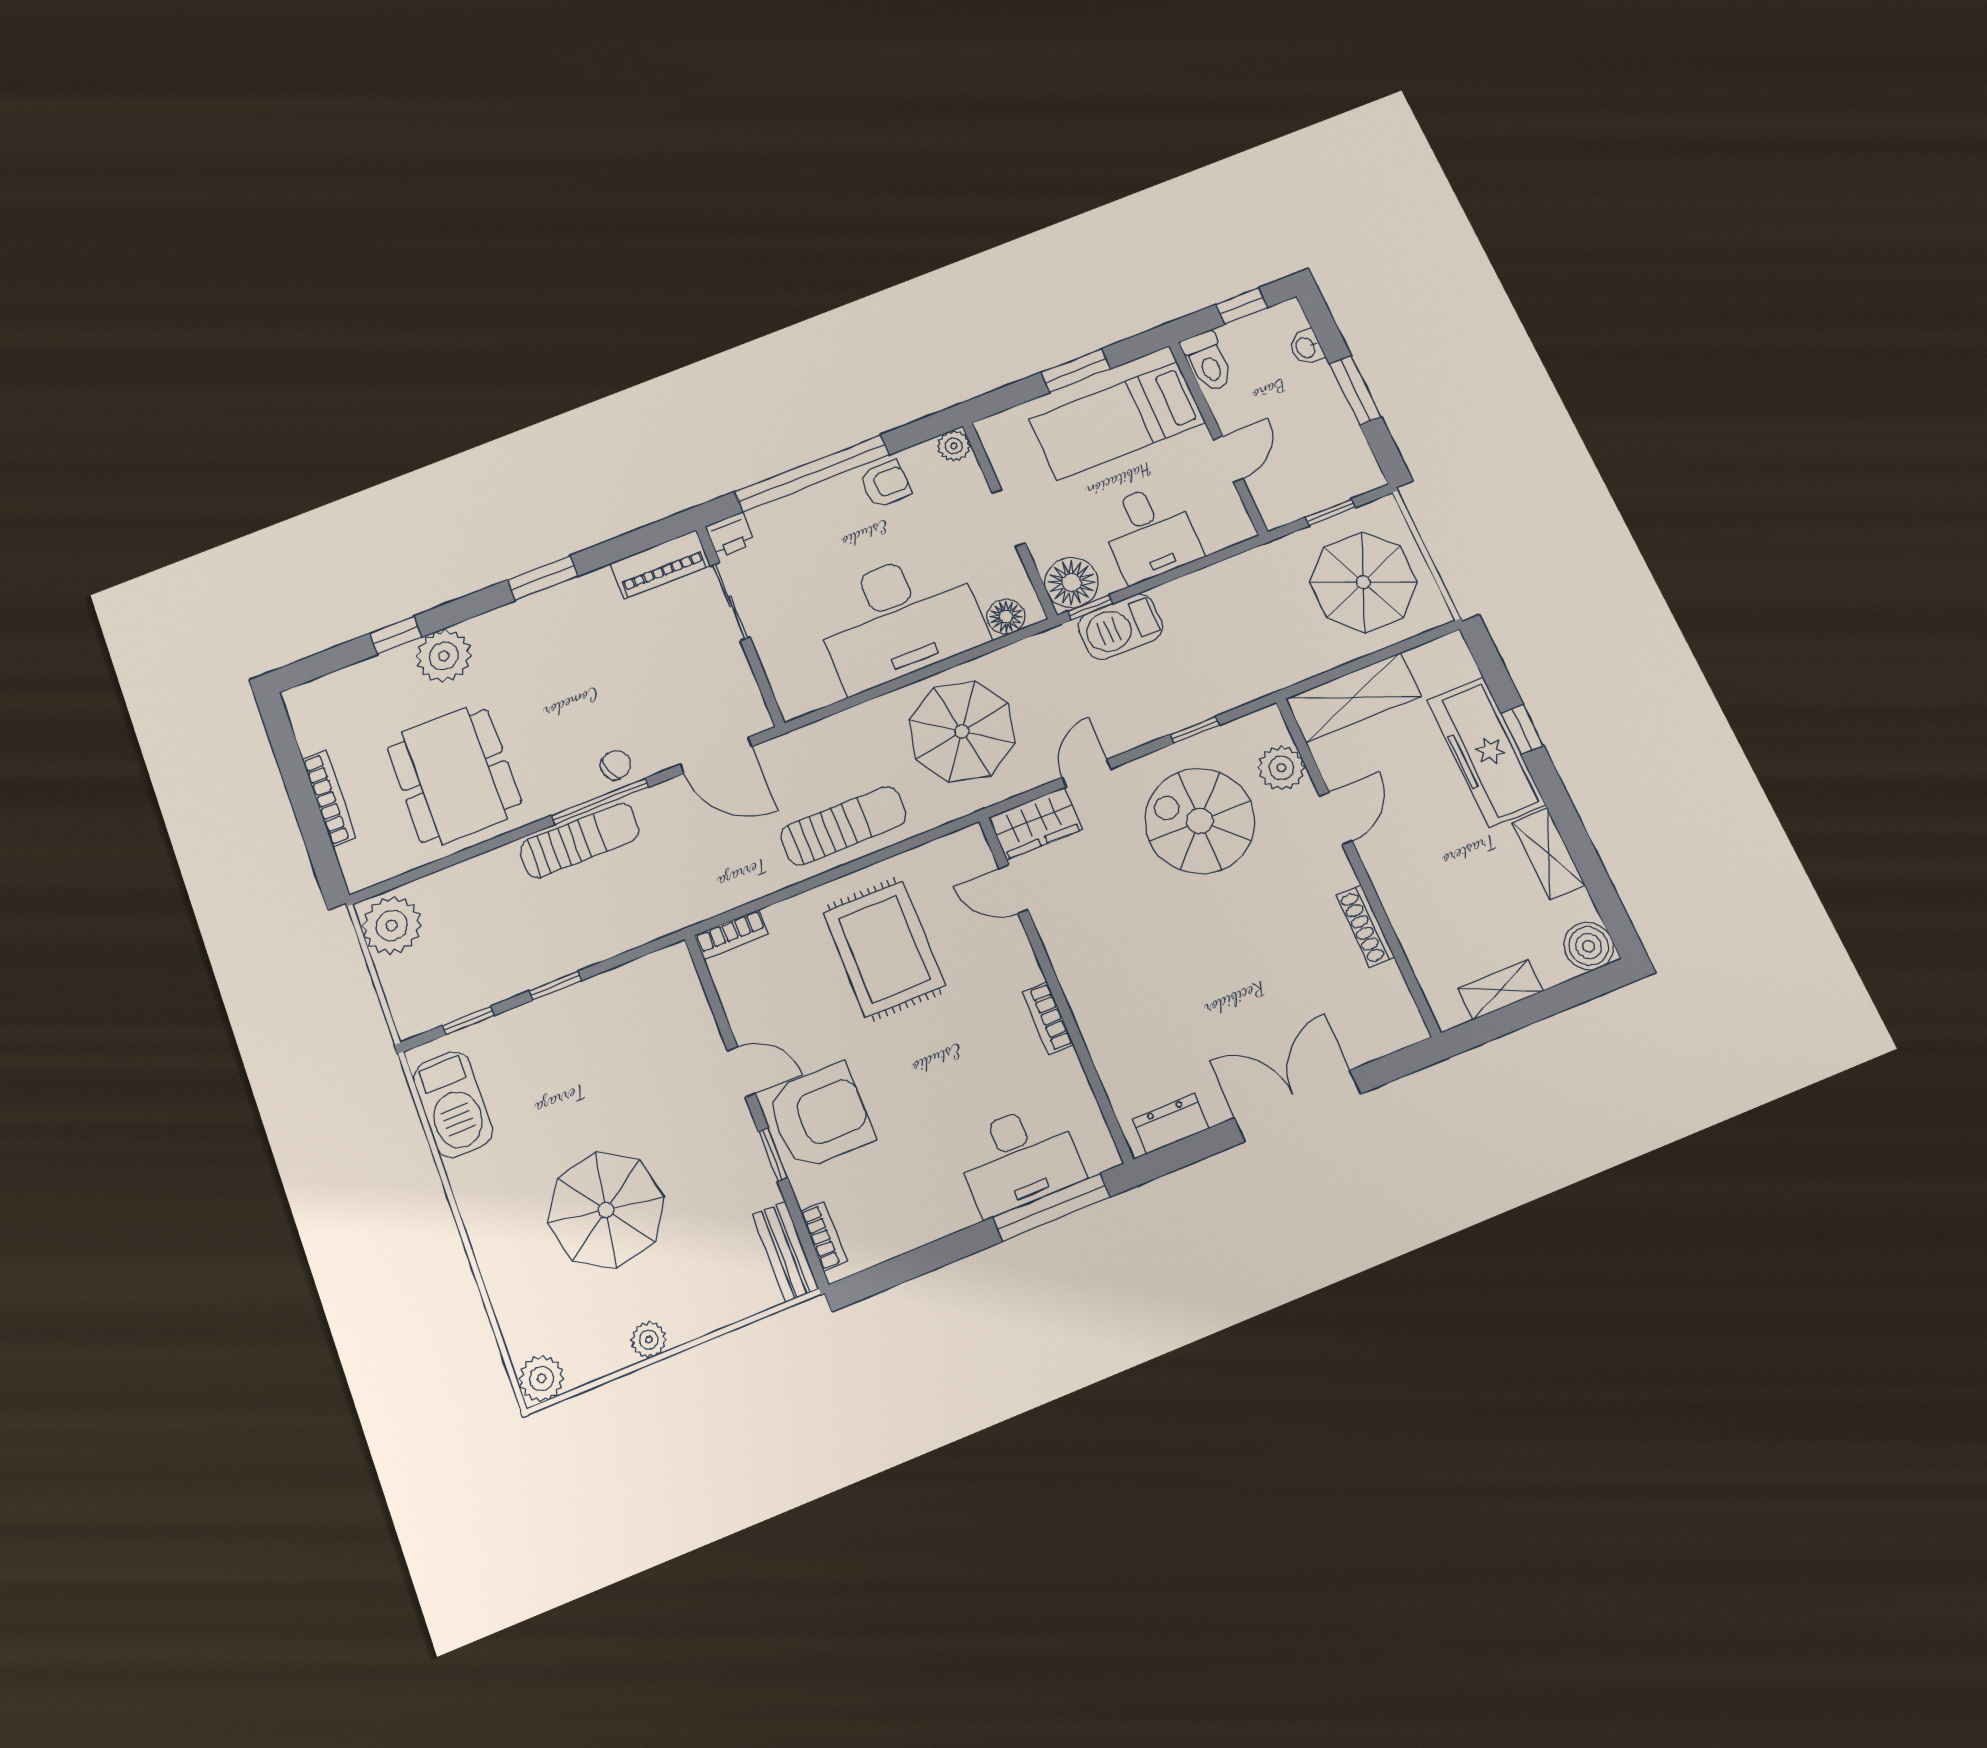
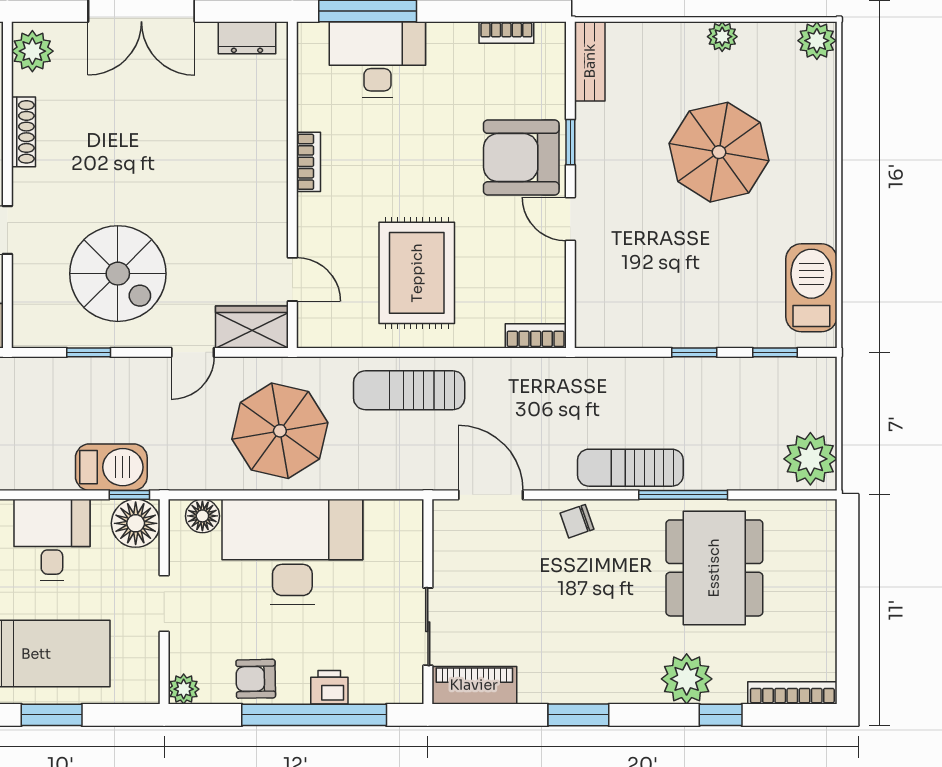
printer: (730, 535) -> (329, 687), moved
plant: (1281, 768) -> (32, 51), moved
bookcase: (329, 798) -> (792, 693), moved, turned 90
window: (600, 801) -> (683, 495), moved
bookcase: (824, 1236) -> (506, 33), moved, turned -90

